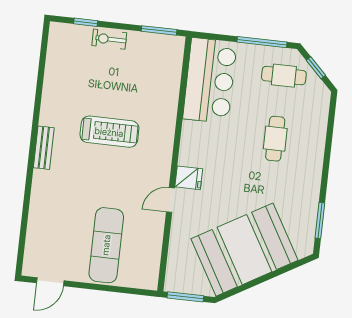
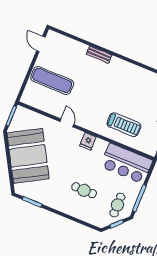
treadmill: (109, 132) -> (124, 125), moved, turned -90
bench: (44, 148) -> (99, 55), moved
fridge: (189, 178) -> (88, 141), moved

